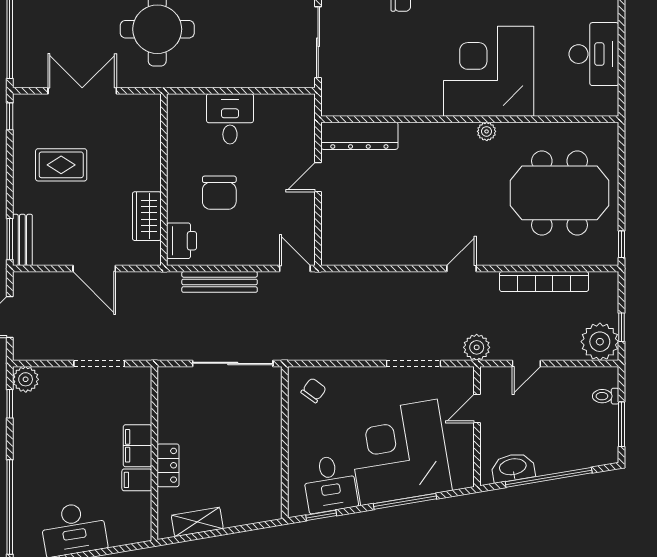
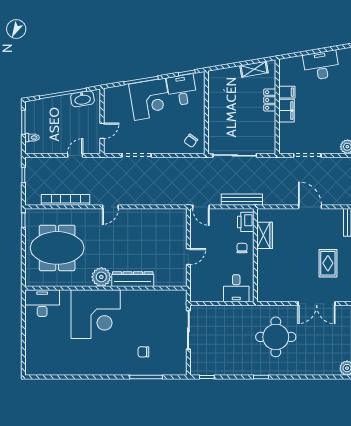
desk: (594, 54) -> (42, 303), moved, turned 90
plant: (487, 131) -> (101, 277), width x1.87, depth x1.87
dresser: (359, 136) -> (133, 279), moved
rug: (61, 165) -> (328, 263), turned 90
wall: (164, 180) -> (255, 255), moved
chair: (219, 193) -> (242, 248), width x0.54, depth x0.54
wardrobe: (147, 216) -> (265, 235), moved
printer: (182, 241) -> (246, 222), moved
plant: (600, 342) -> (35, 167), removed
plant: (477, 347) -> (102, 164), removed
corner desk: (399, 452) -> (150, 99), width x0.74, depth x0.74

